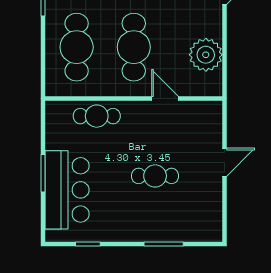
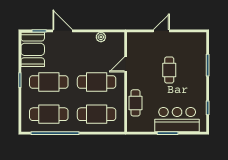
plant: (206, 55) -> (101, 37), width x0.53, depth x0.53
door: (224, 162) -> (161, 31), hinge flipped

